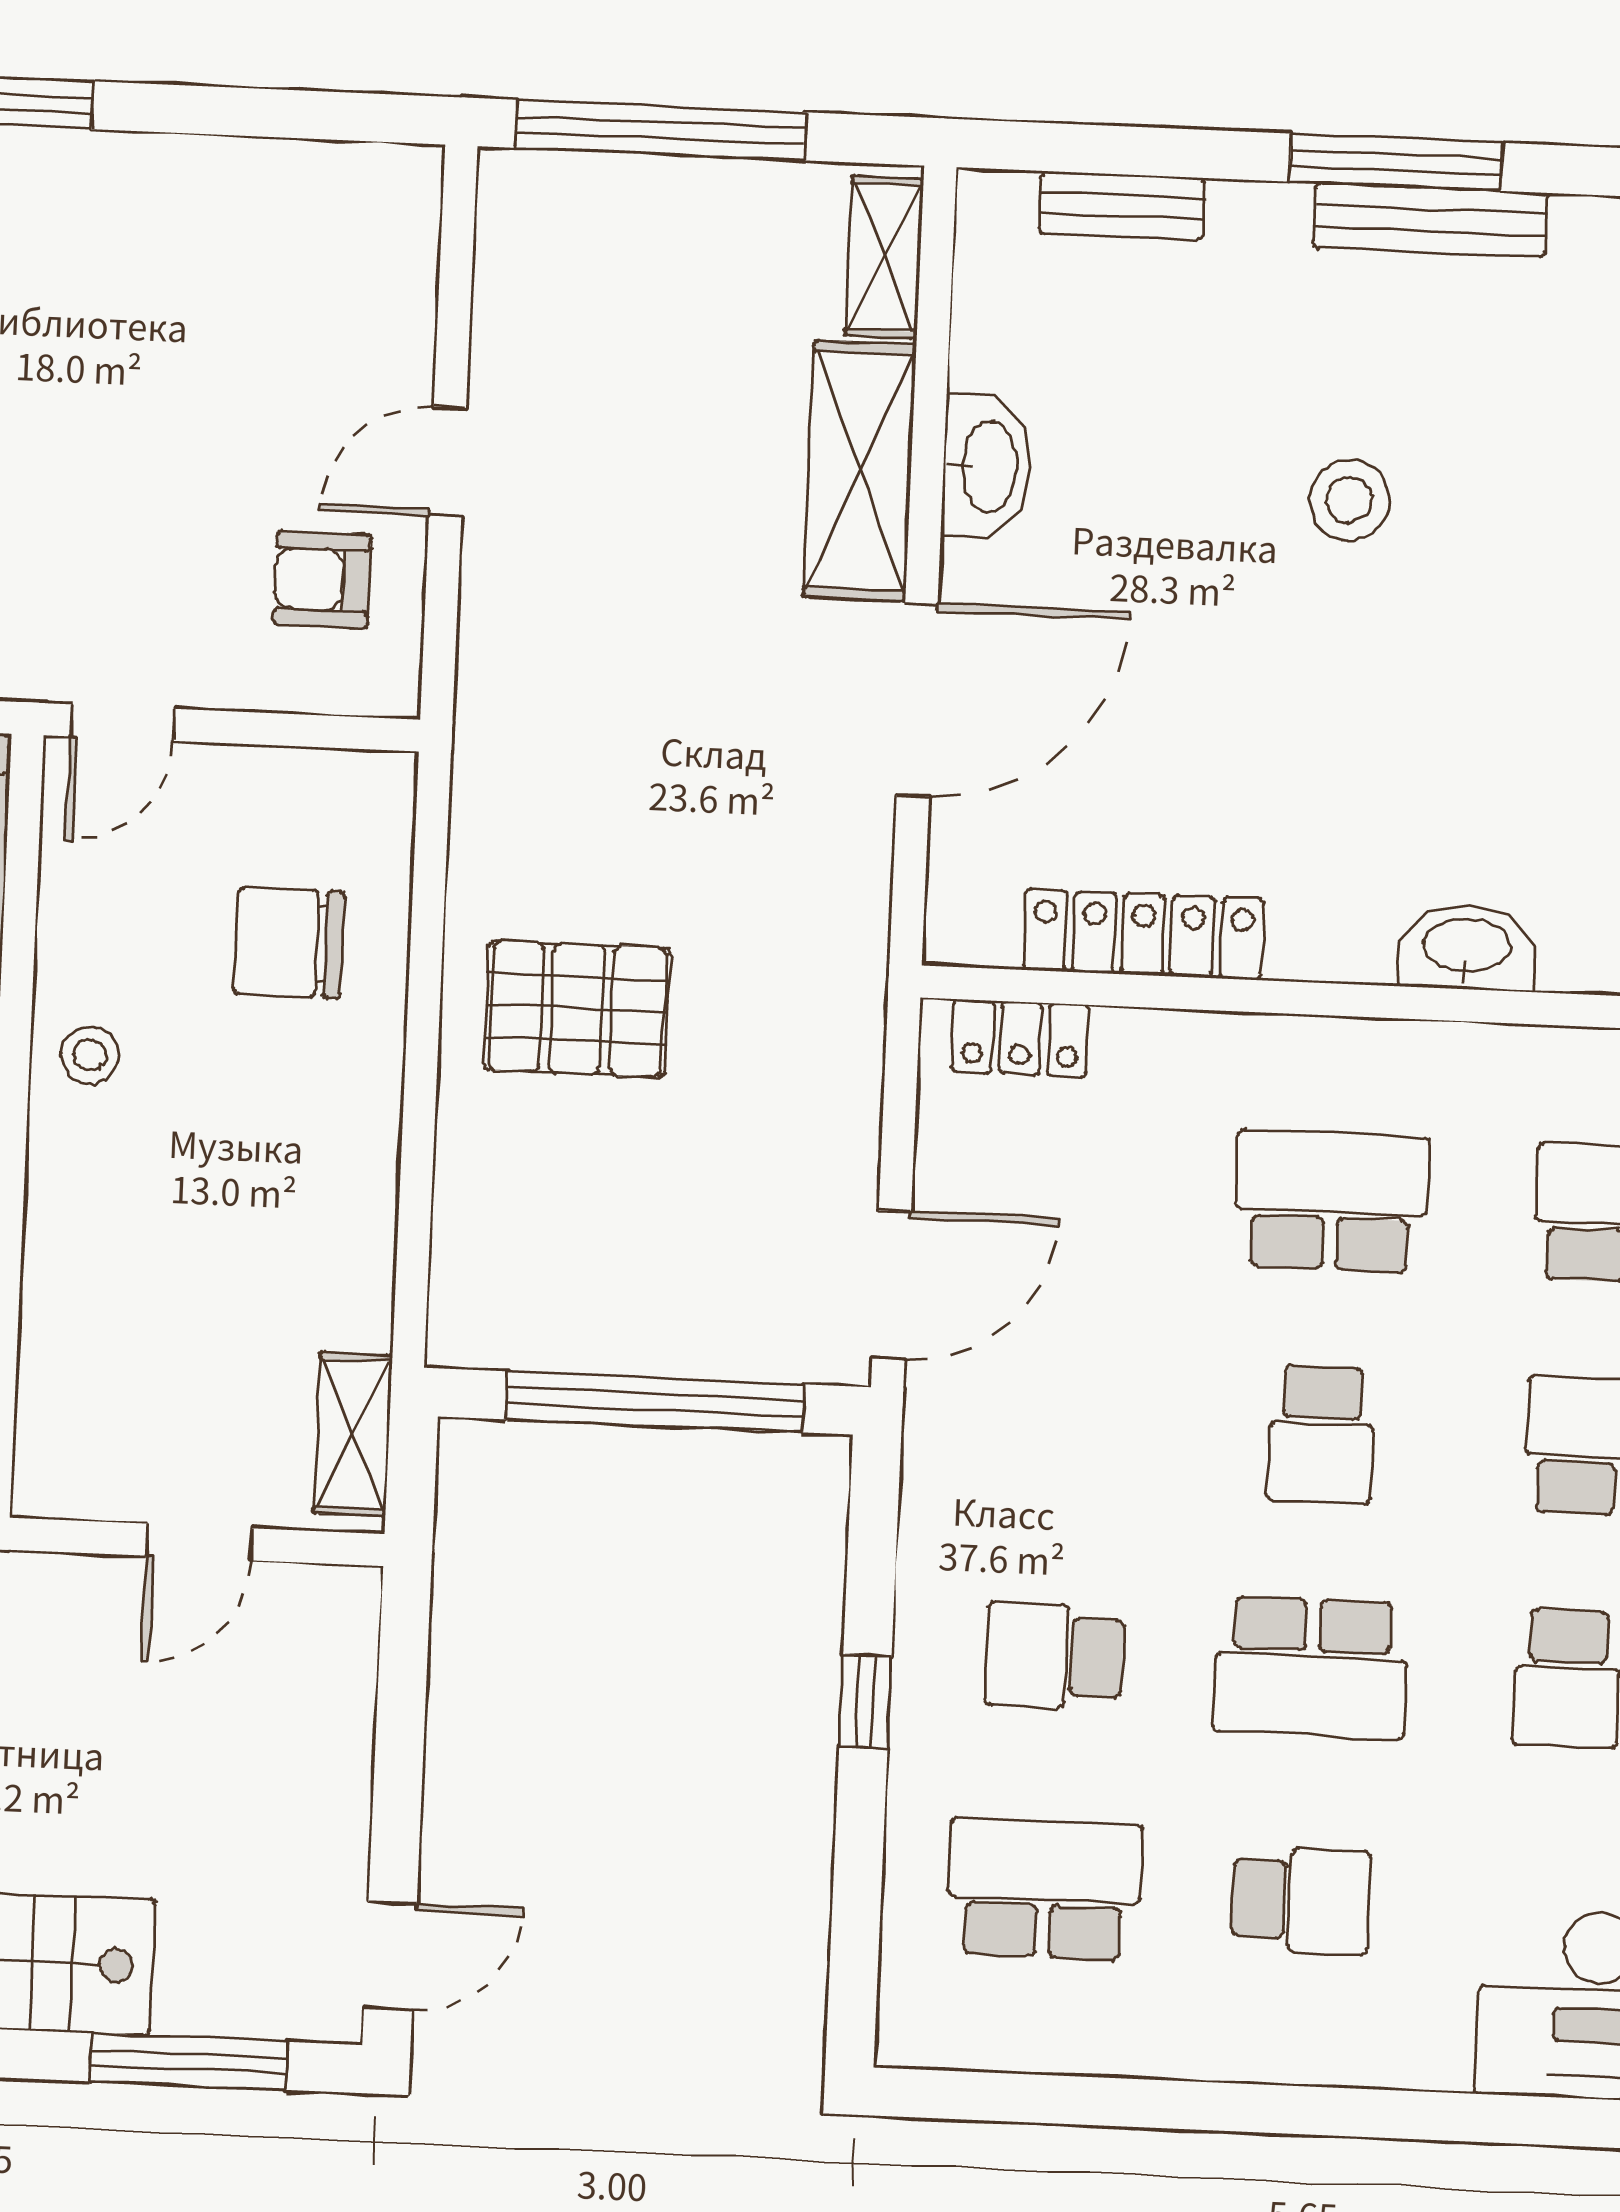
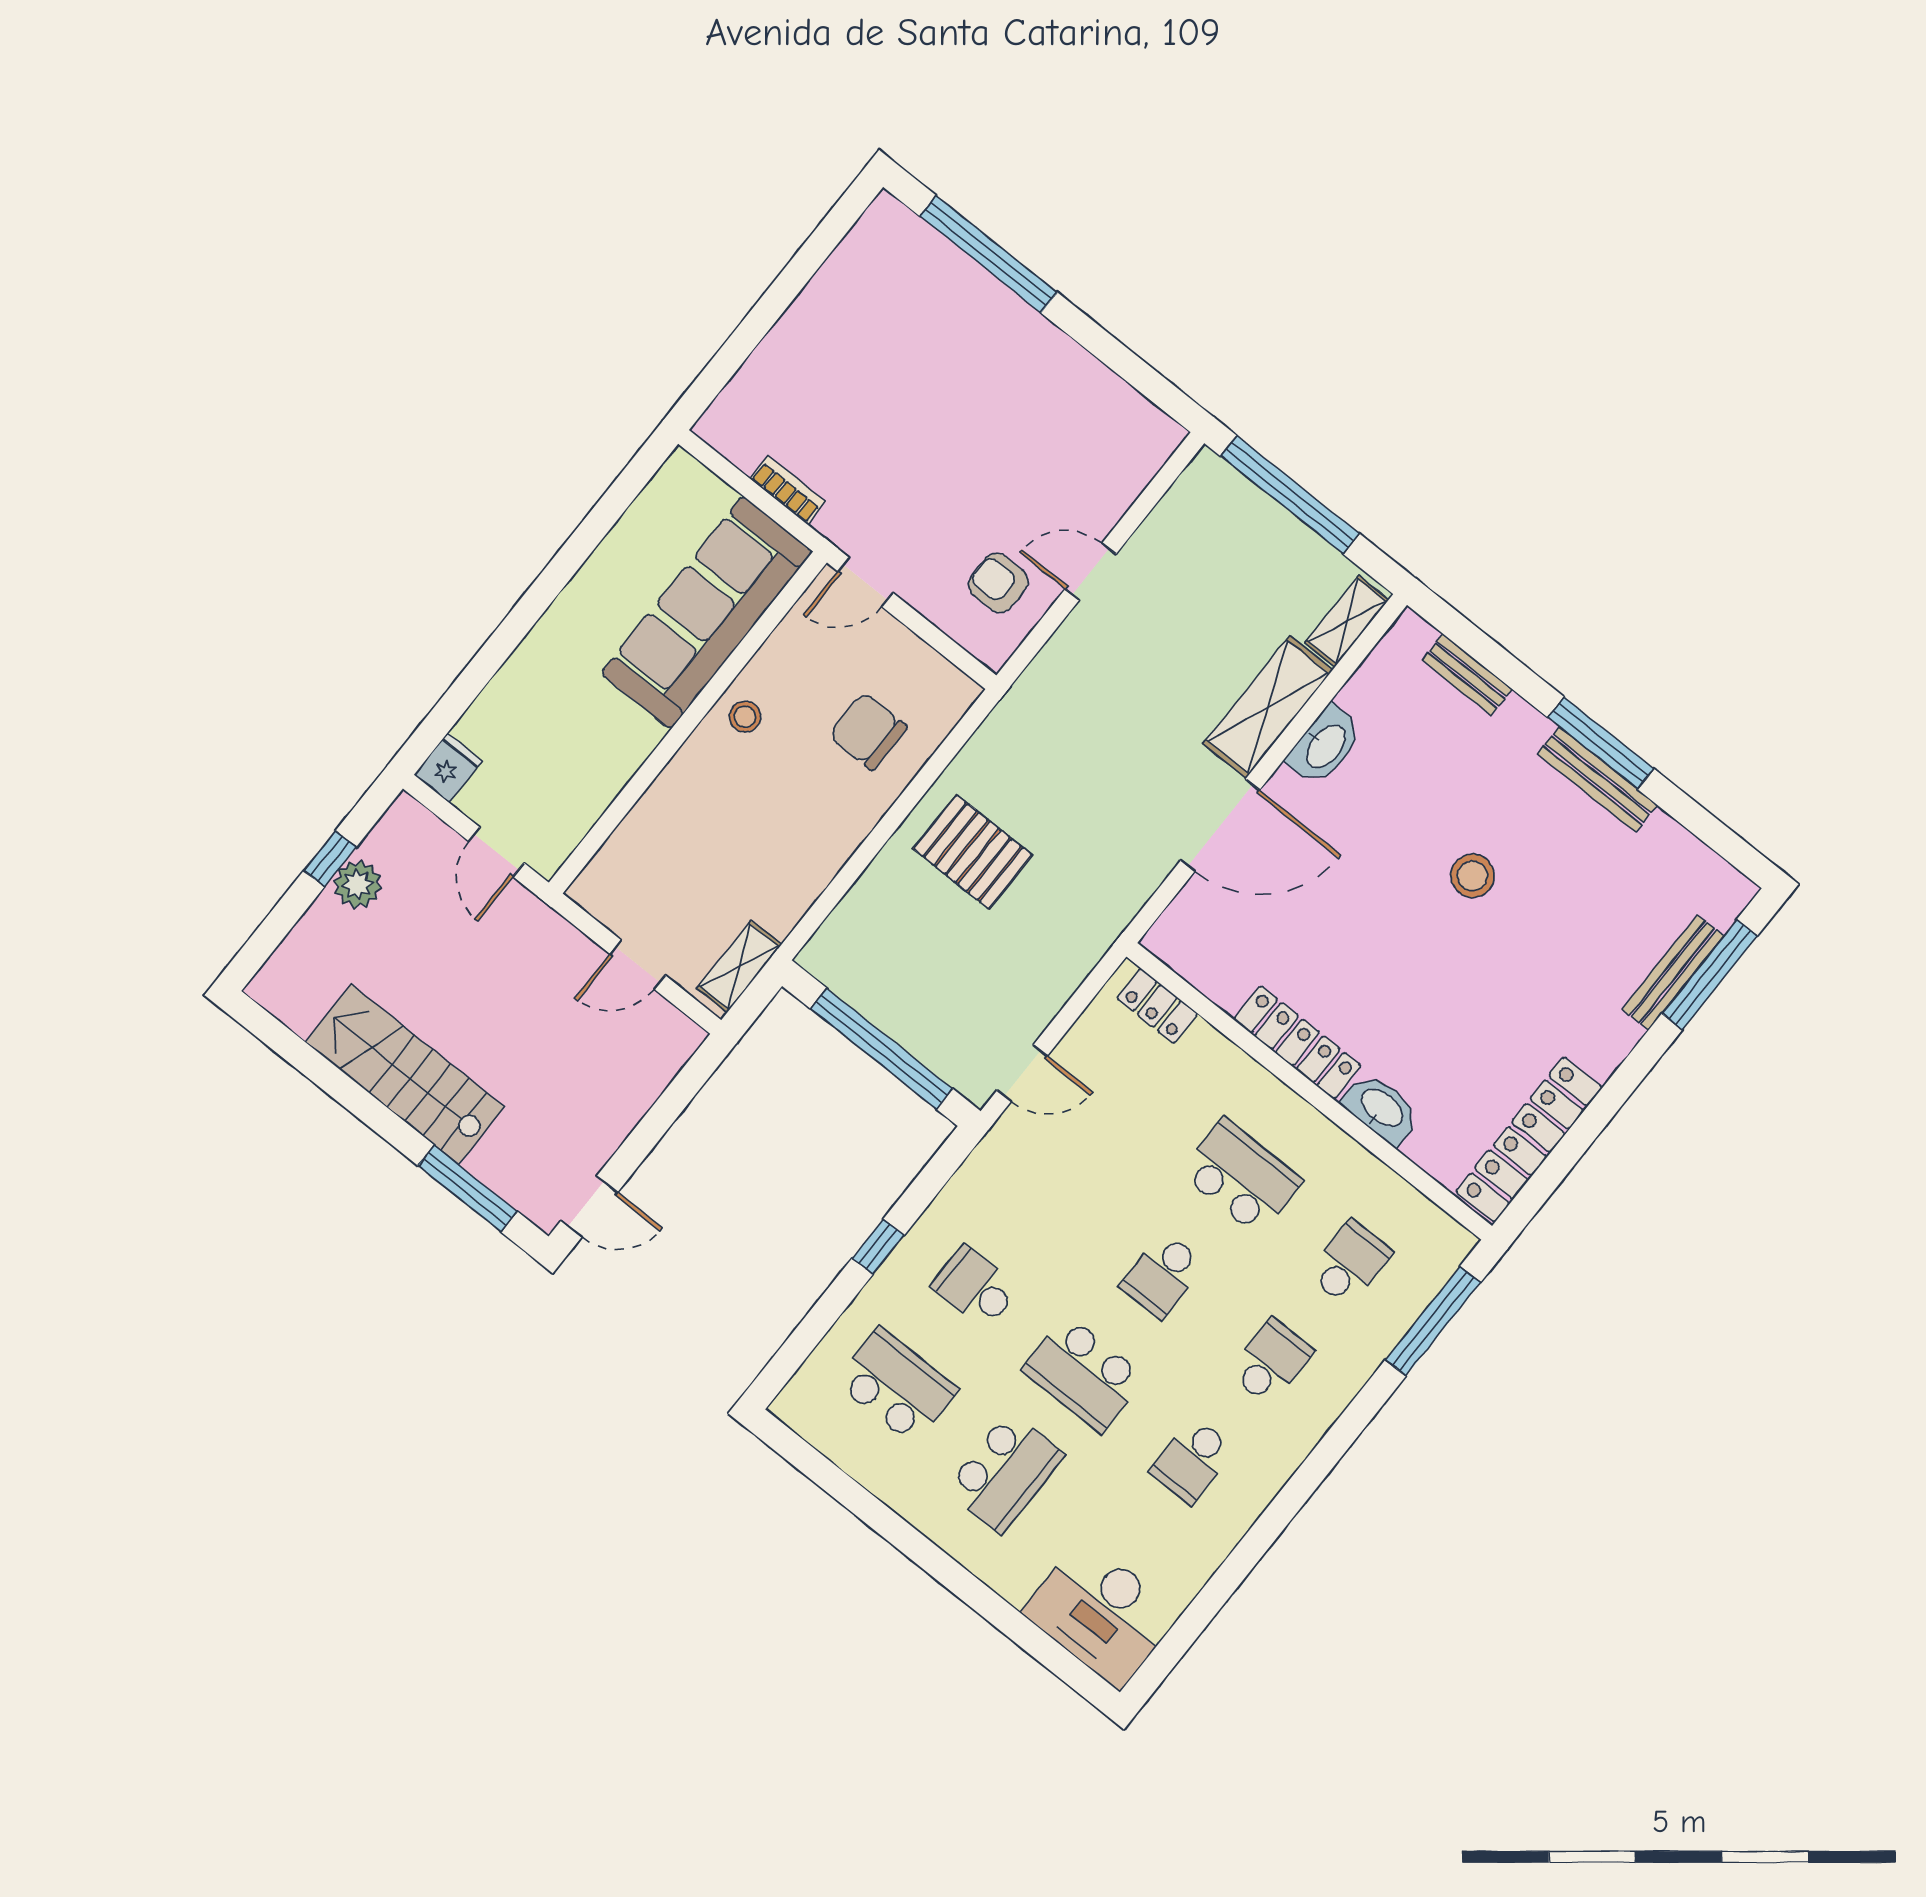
locker: (1143, 934) -> (1297, 1043), moved
door: (892, 1285) -> (1022, 1073), width x0.73
school desk: (1301, 1900) -> (1005, 1472), width x1.85

